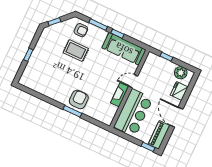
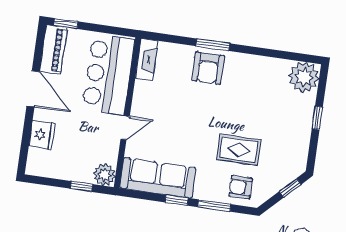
plant: (181, 73) -> (104, 175), moved
plant: (29, 79) -> (304, 77), added
fireplace: (120, 95) -> (147, 60), moved

